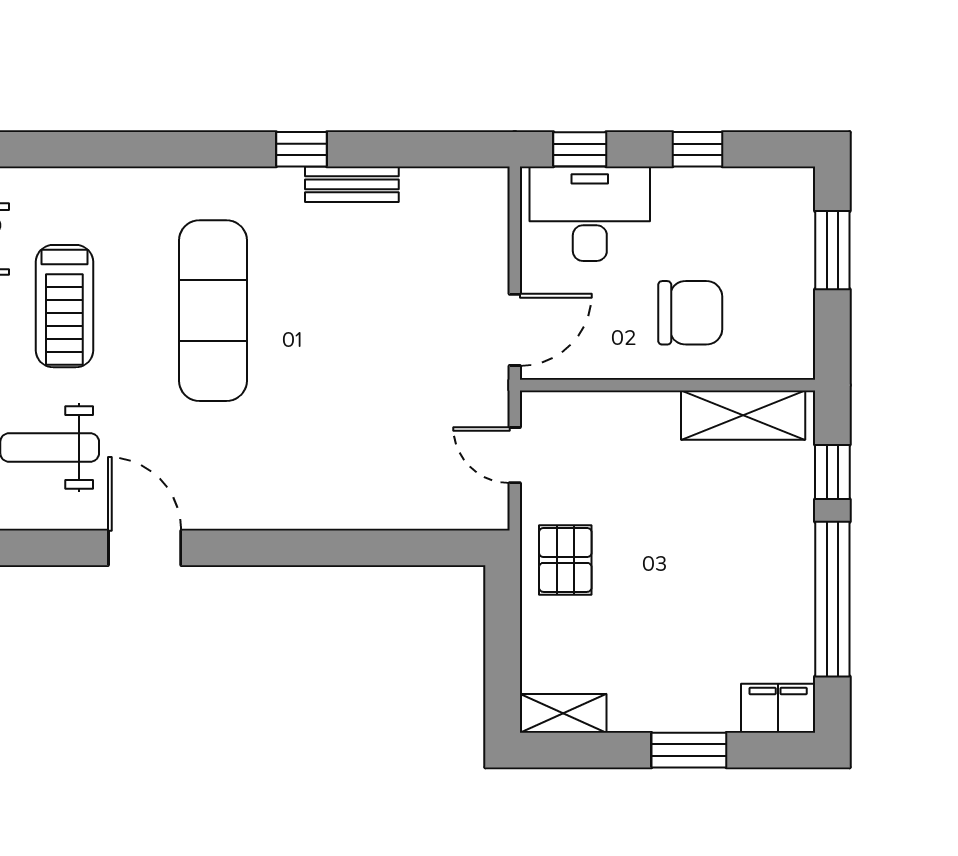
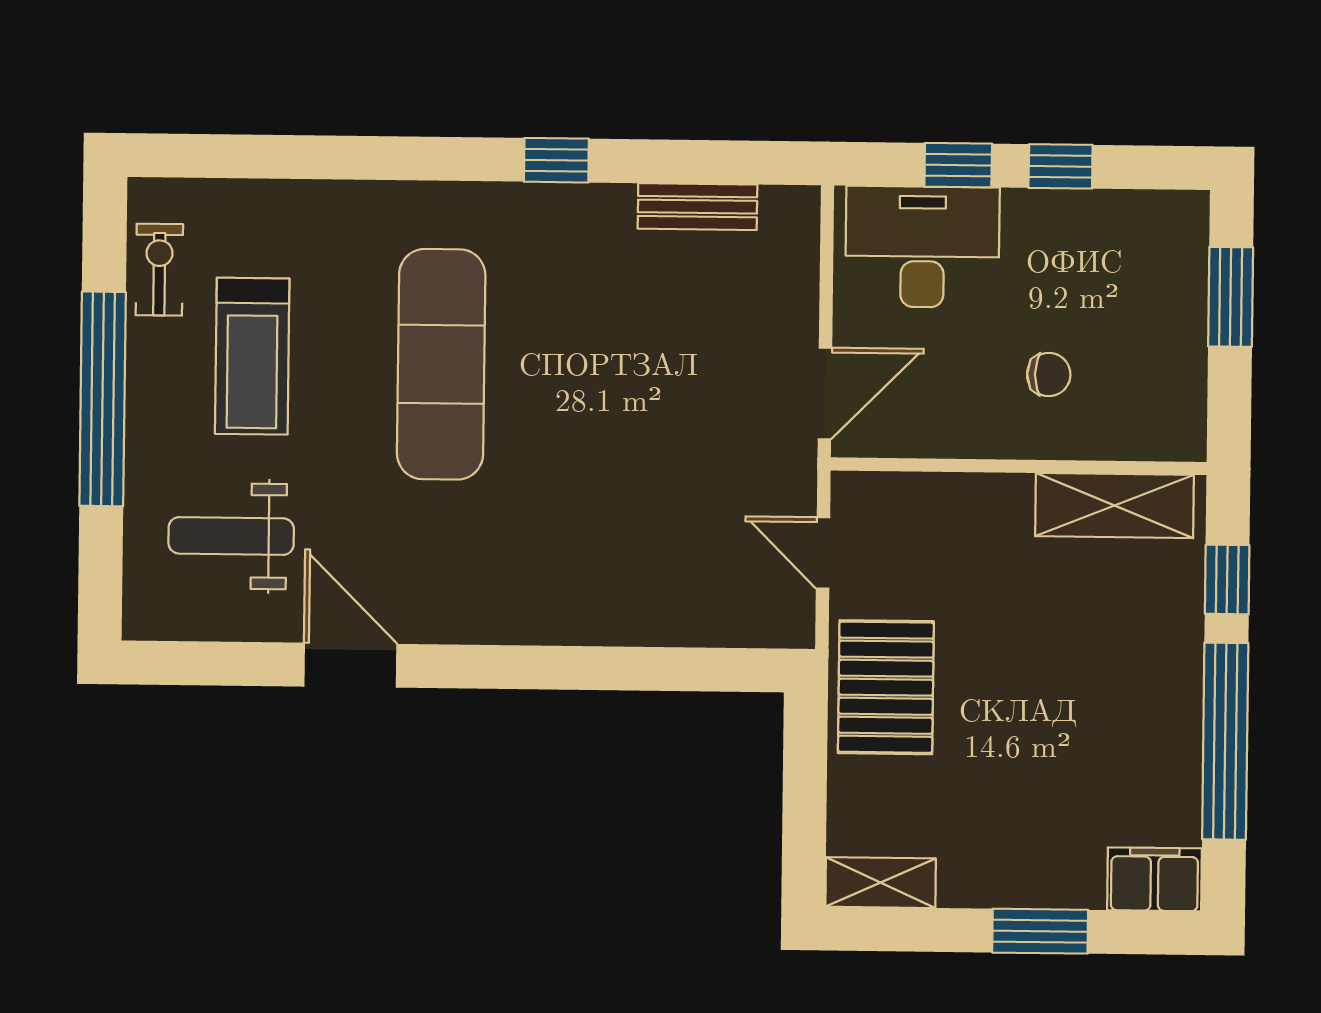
window: (580, 149) -> (958, 165), moved
bench: (352, 184) -> (697, 207), moved
chair: (690, 313) -> (1049, 375), width x0.54, depth x0.54
pallet: (565, 560) -> (886, 687), width x1.50, depth x1.42

